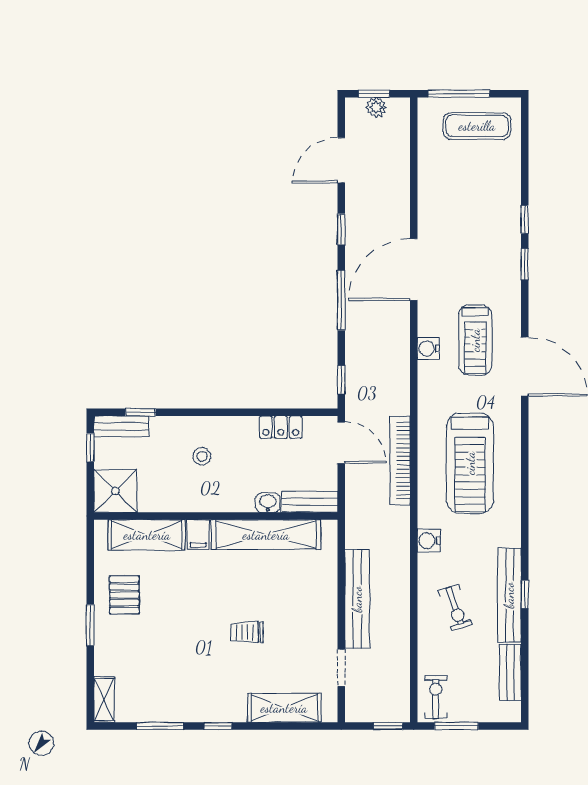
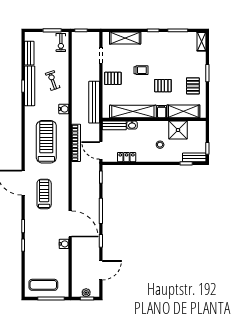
door: (414, 270) -> (70, 224), hinge flipped
water cooler: (428, 348) -> (64, 244), moved
shower: (115, 491) -> (178, 130), moved
pallet: (195, 596) -> (163, 86), added
bench: (357, 599) -> (94, 102), moved
pallet: (313, 613) -> (113, 78), added

